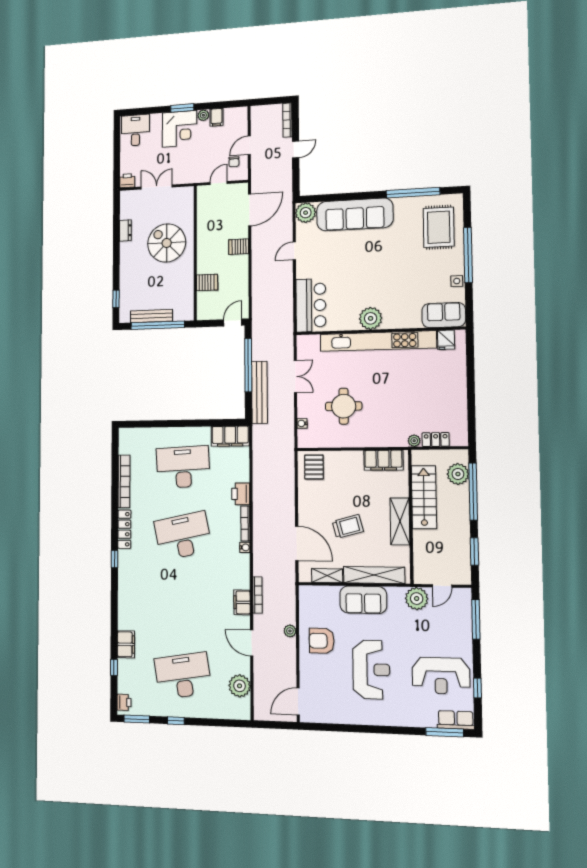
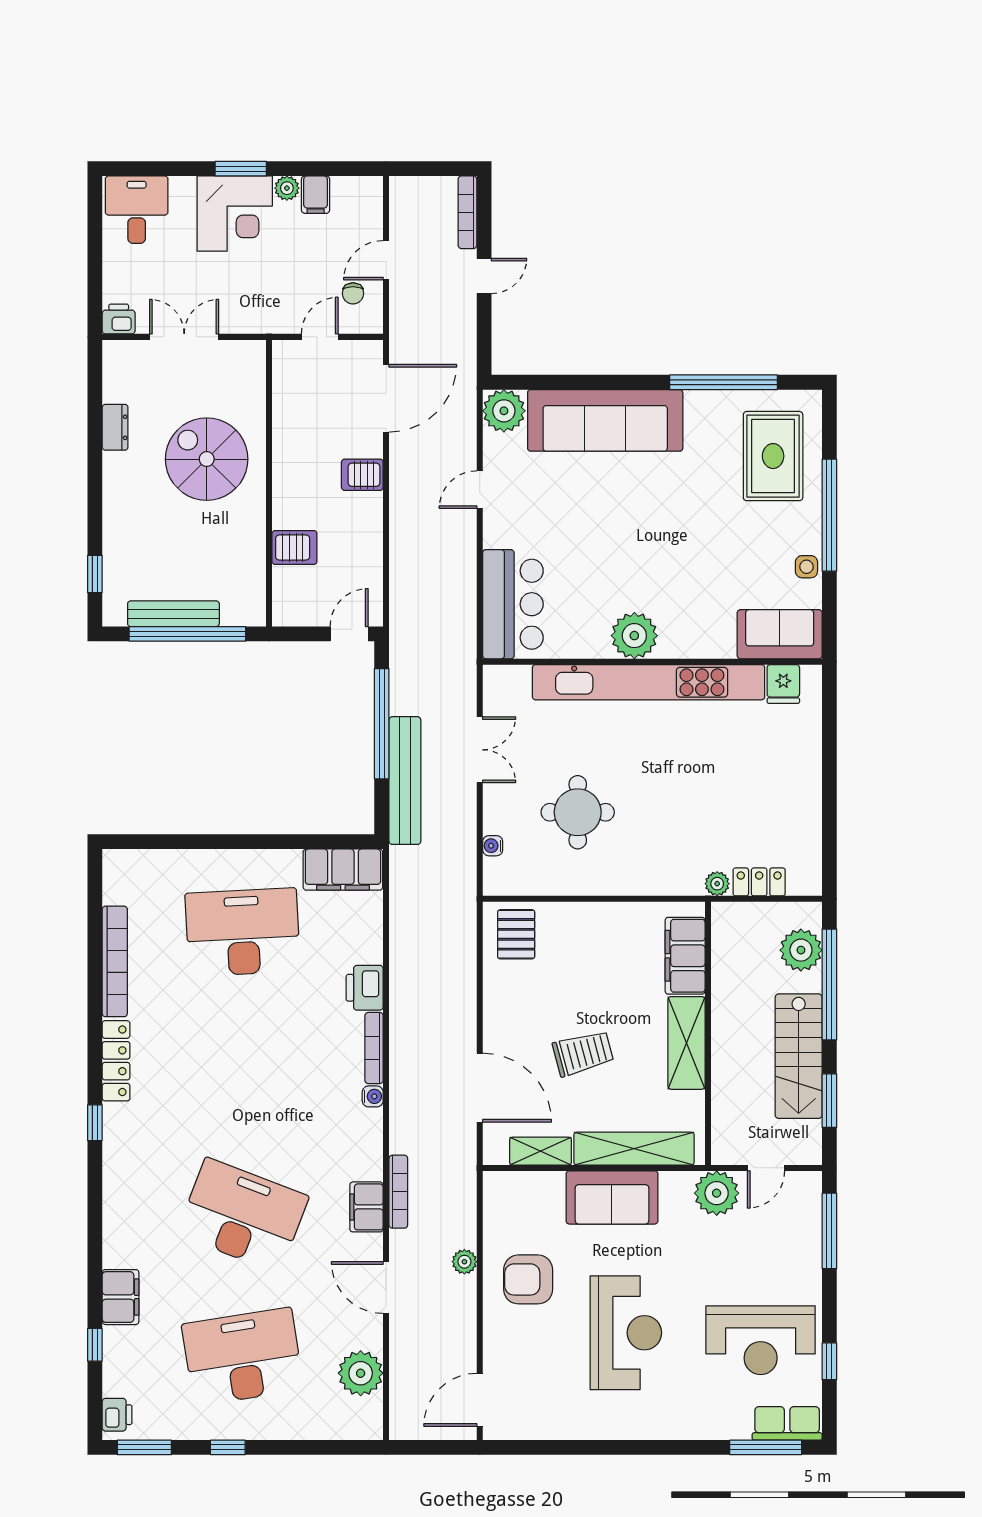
filing cabinet: (383, 460) -> (685, 956), moved, turned 90
stairs: (424, 497) -> (799, 1056), moved, turned 180
desk: (183, 536) -> (243, 1215), moved, turned 33

